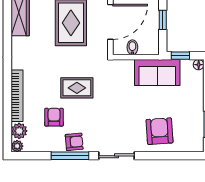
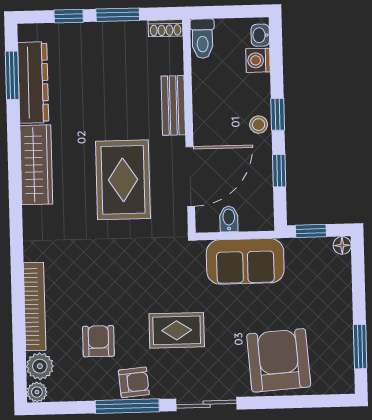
sofa: (157, 73) -> (245, 261), moved
rug: (77, 88) -> (177, 330), moved
armchair: (160, 131) -> (279, 360), width x1.36, depth x1.36

